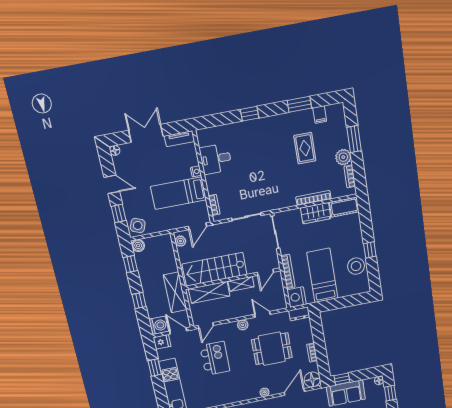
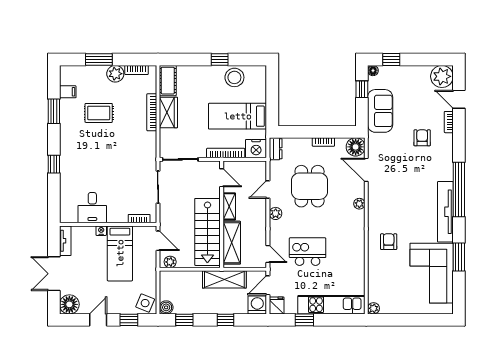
floor lamp: (115, 150) -> (69, 304), width x1.89, depth x1.89
window: (342, 379) -> (362, 89), moved

